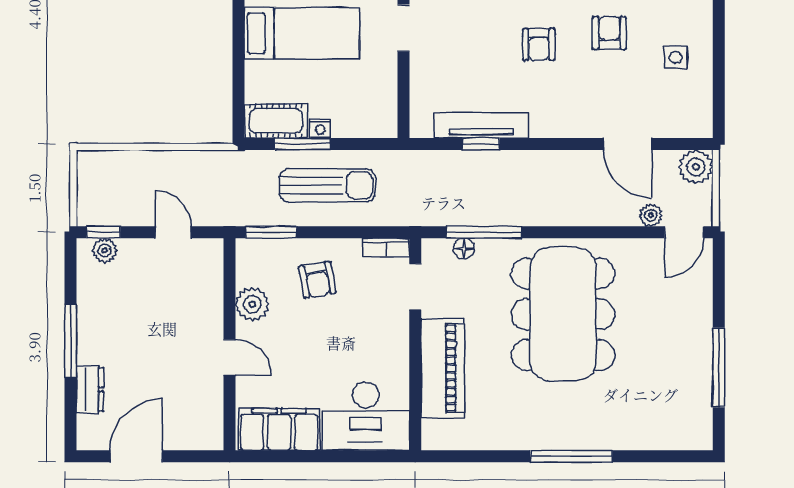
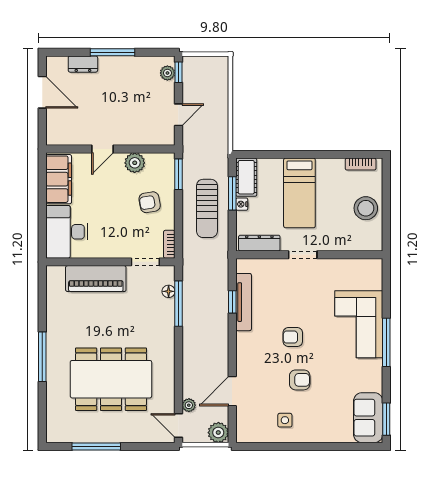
dresser: (384, 99) -> (259, 243), added
dining table: (563, 314) -> (111, 379), moved

